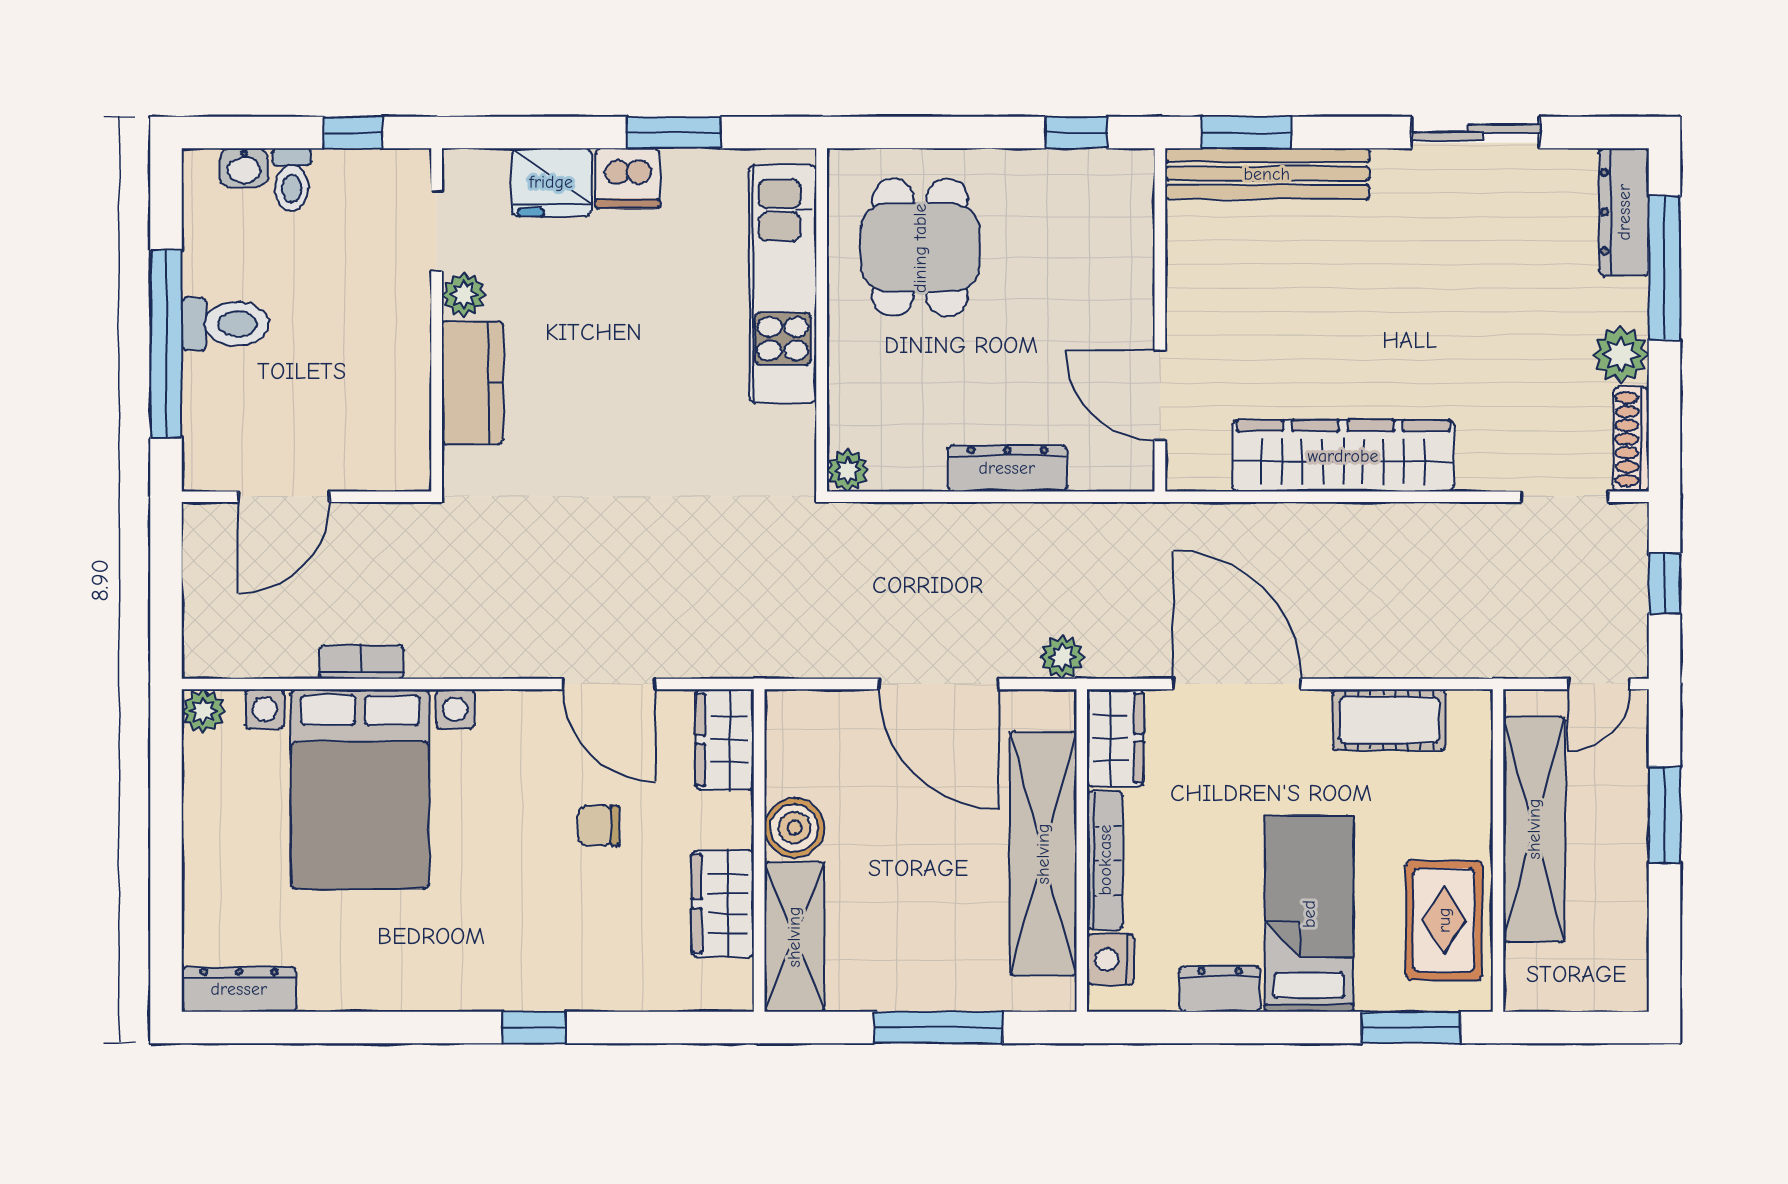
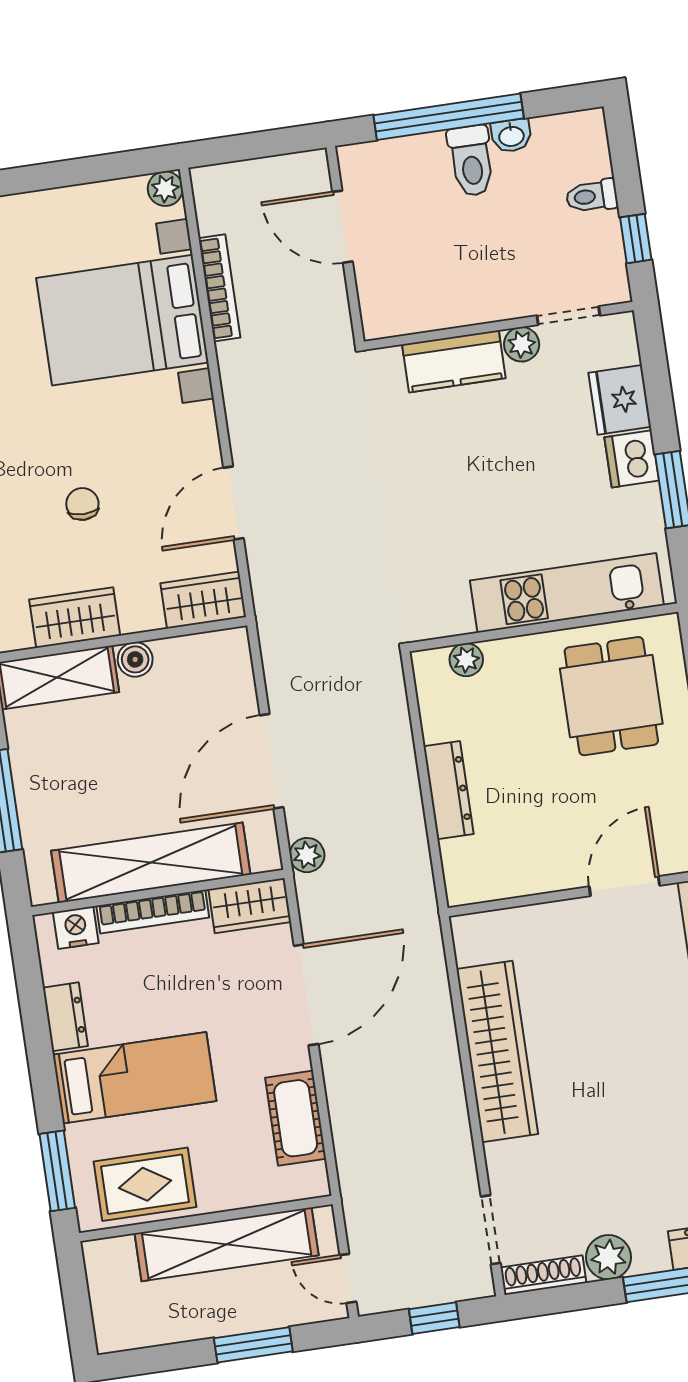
washbasin: (244, 168) -> (511, 136), moved, turned -90
dining table: (920, 248) -> (611, 696), turned 90
door: (1160, 395) -> (624, 886), moved
plant: (848, 471) -> (466, 660), moved
bookcase: (361, 662) -> (219, 288), width x1.56
chair: (599, 826) -> (82, 504), moved
boiler: (794, 828) -> (135, 659), width x0.73, depth x0.73

